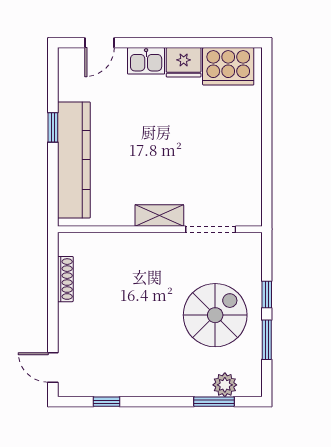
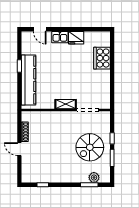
door: (99, 43) -> (40, 29), hinge flipped
cooker: (228, 66) -> (102, 58), moved, turned 90
spiral stairs: (215, 315) -> (90, 147), turned 180
door: (53, 368) -> (19, 149), moved

